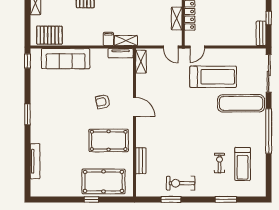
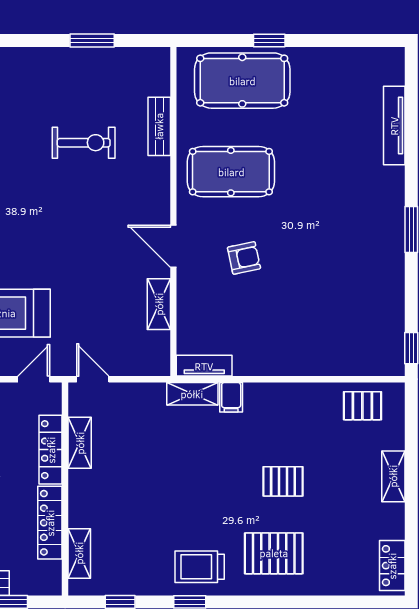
pallet: (49, 35) -> (362, 406), width x0.67, depth x0.71
sofa: (66, 59) -> (327, 354), removed
shelving: (141, 62) -> (159, 304), moved
exercise bike: (181, 183) -> (84, 143), moved

